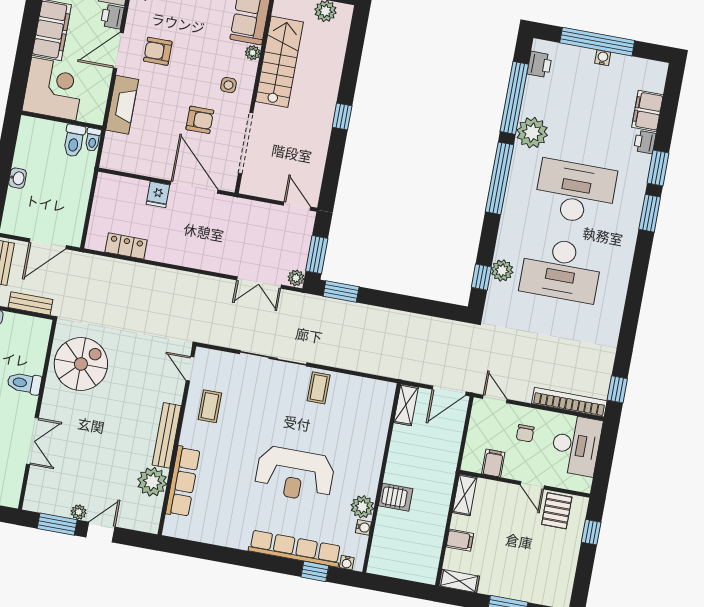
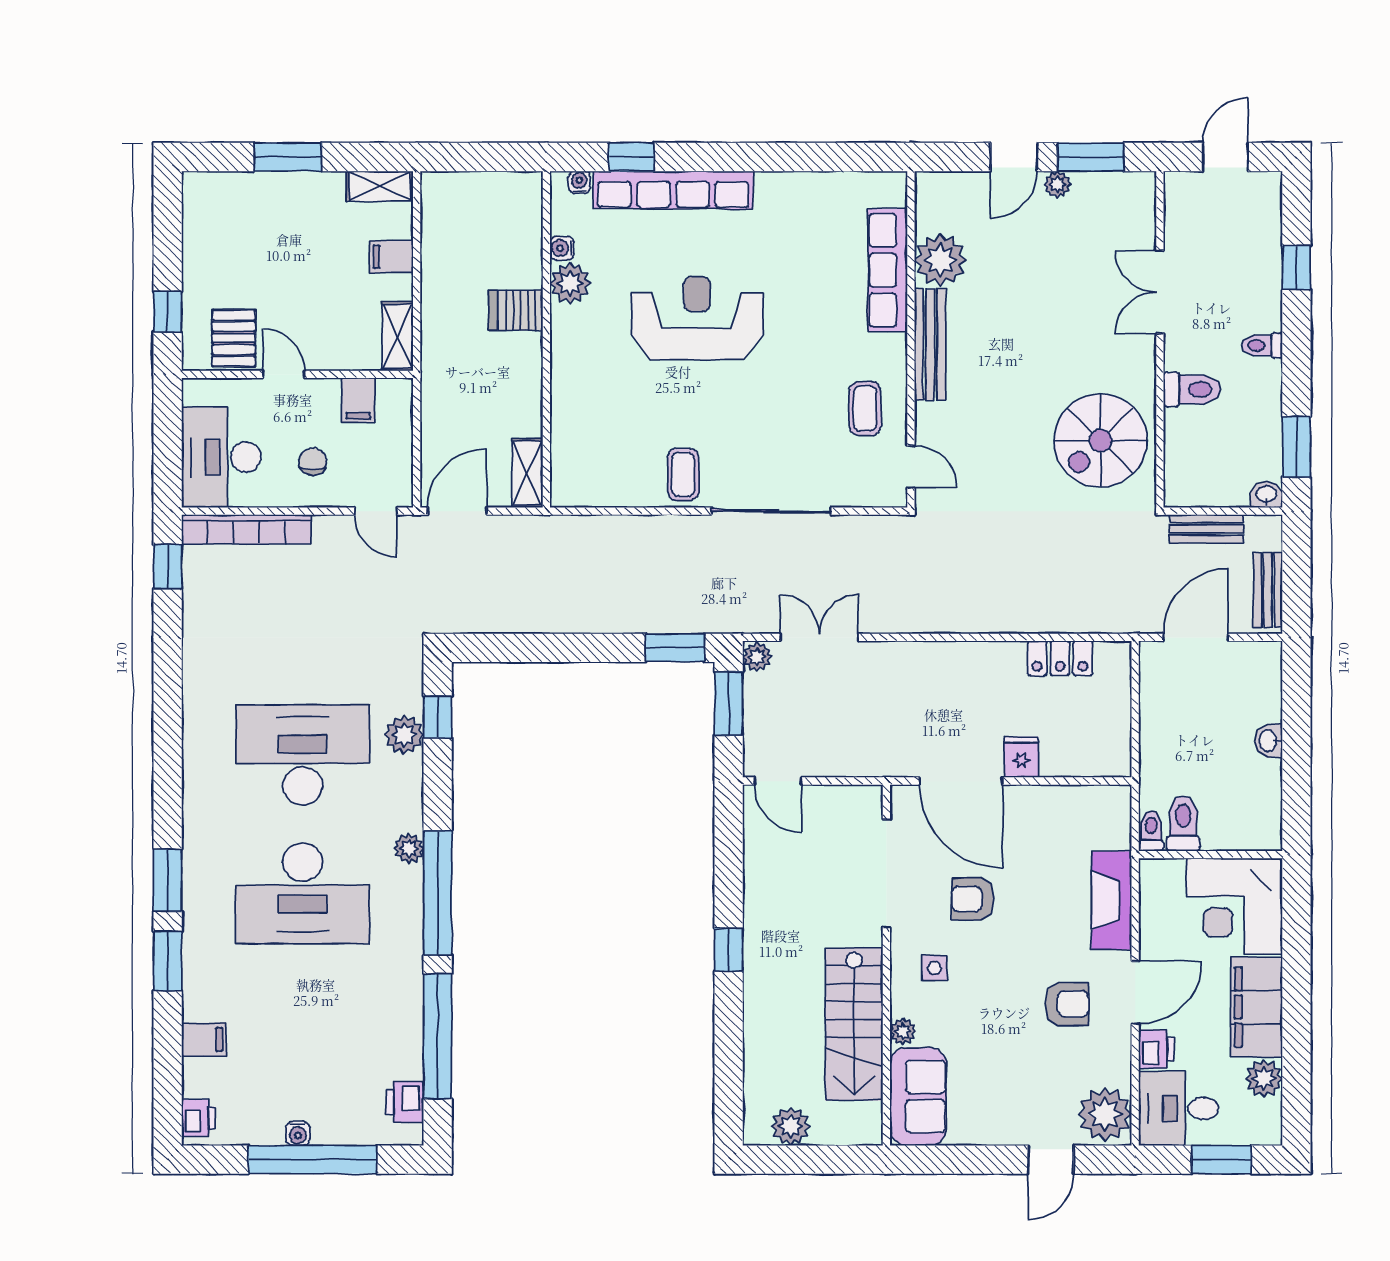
filing cabinet: (647, 111) -> (204, 1039), width x0.50
plant: (532, 133) -> (409, 848), moved, width x0.53, depth x0.53
printer: (645, 142) -> (199, 1118), moved

